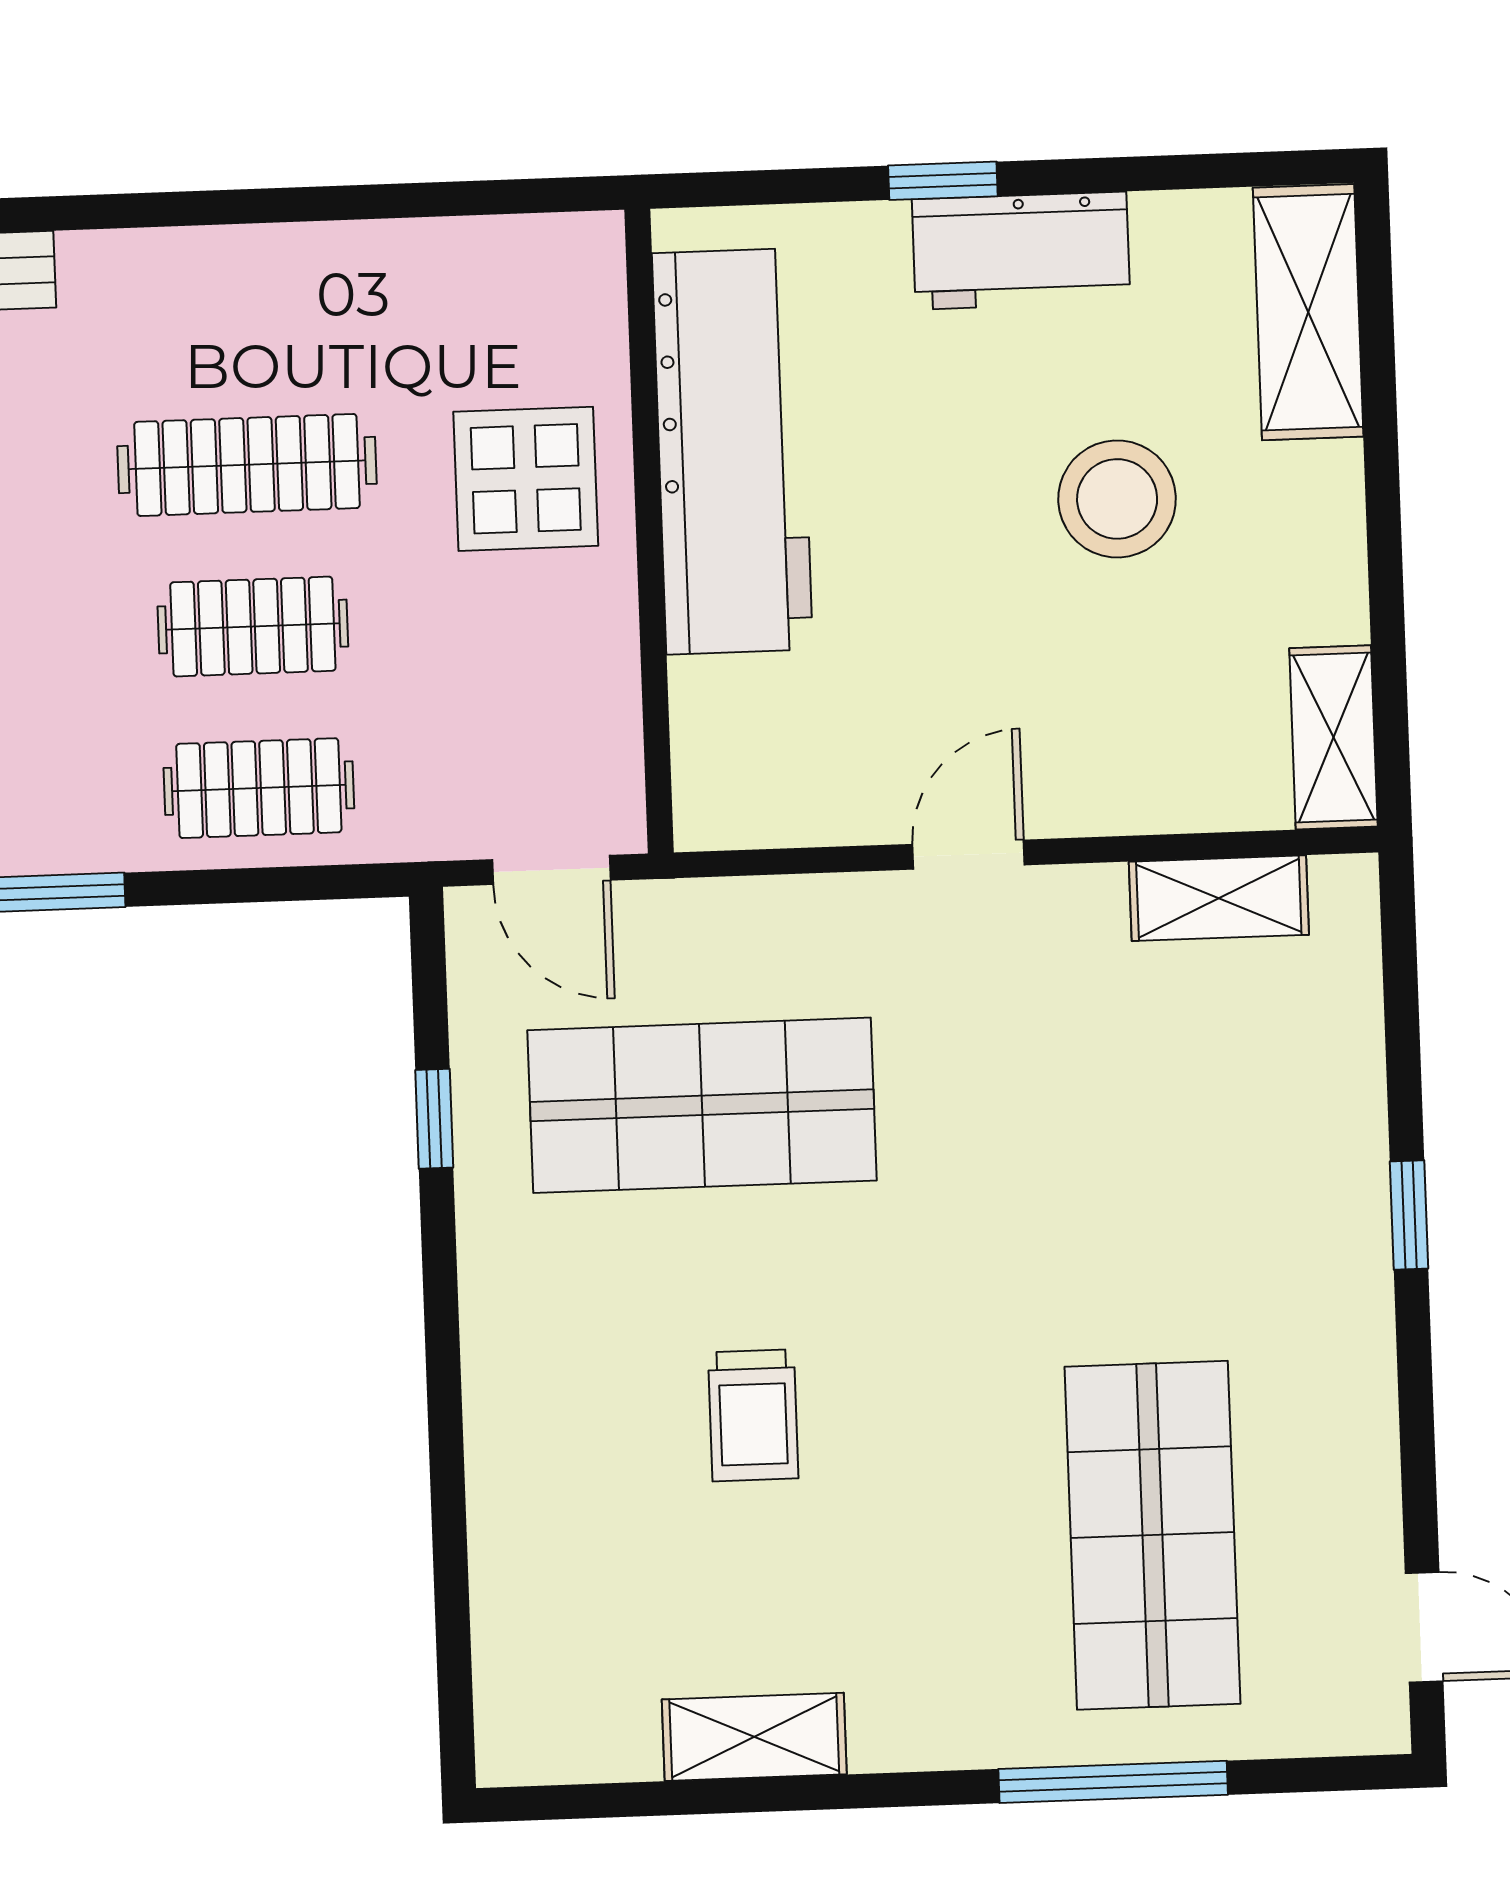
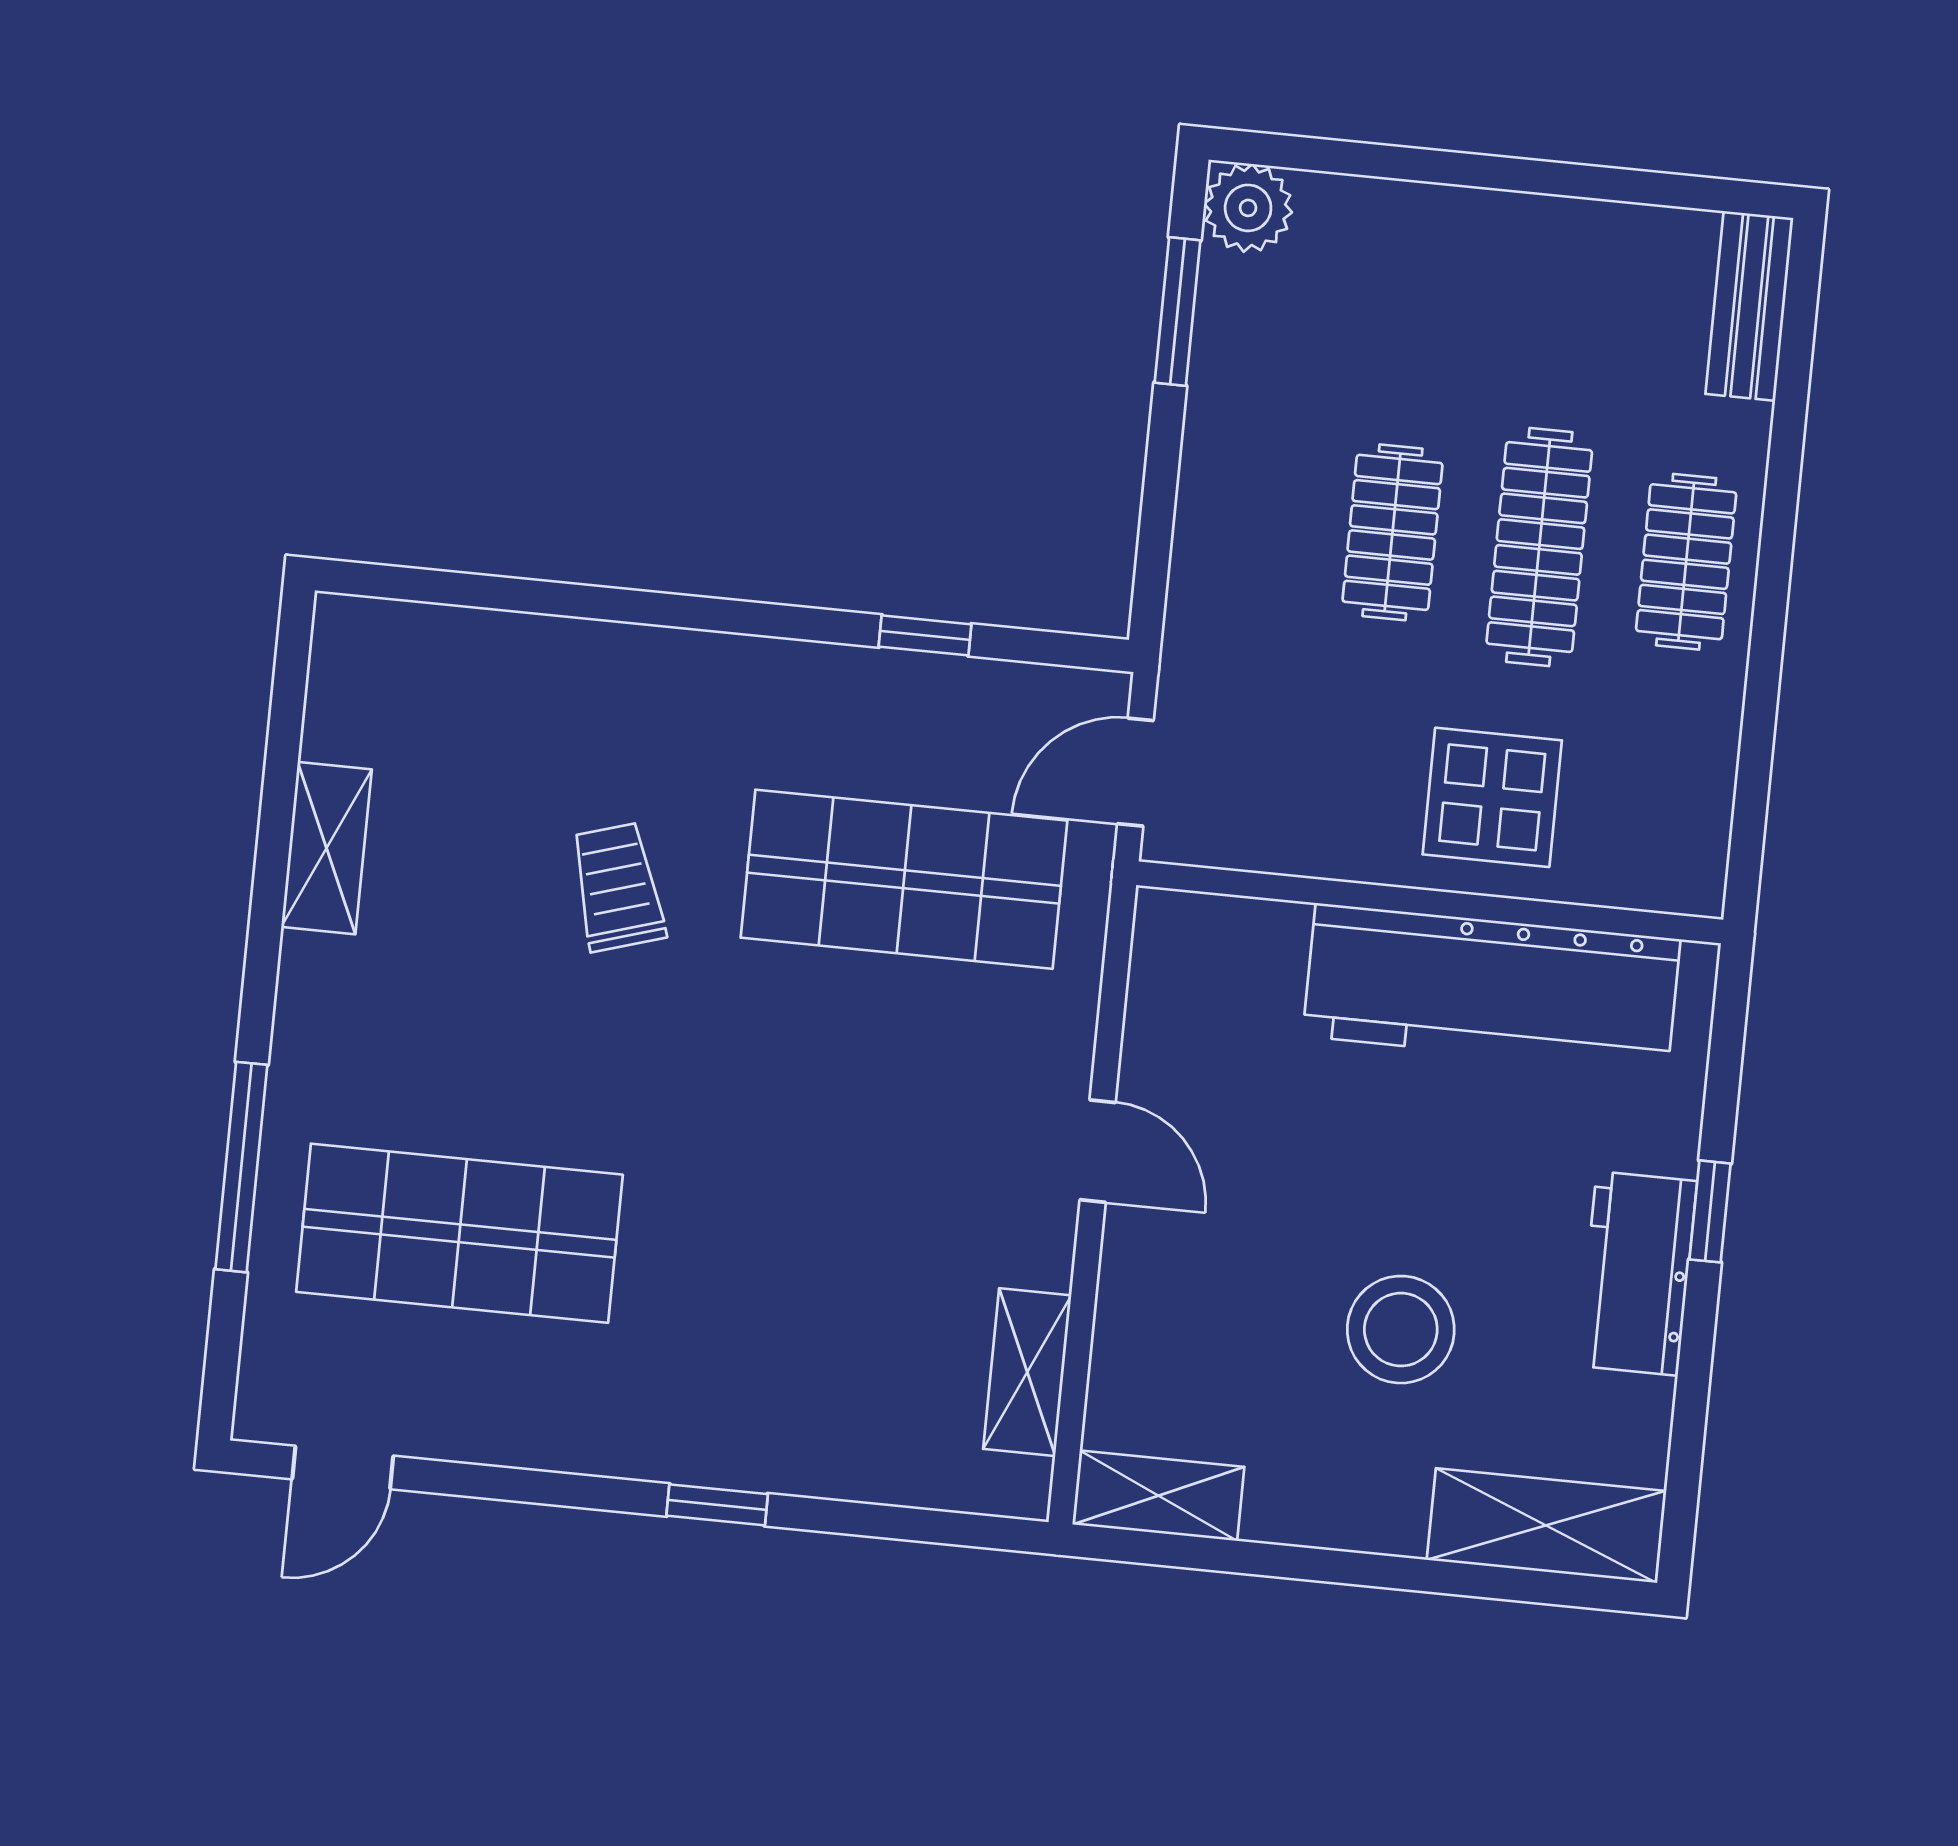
clothes rail: (259, 788) -> (1686, 562), moved
shop shelf: (702, 1105) -> (904, 879), turned 90
trolley: (753, 1415) -> (617, 887), turned 73

